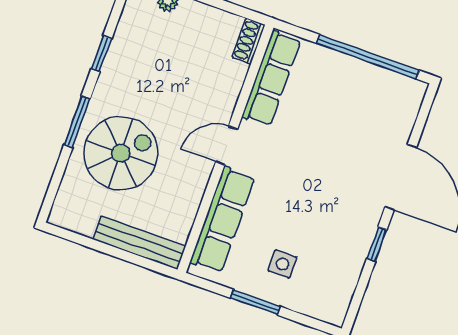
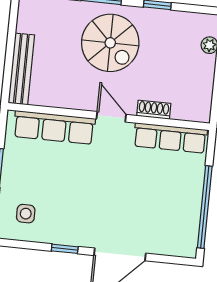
shoe rack: (249, 41) -> (154, 110), moved
spiral stairs: (121, 153) -> (110, 43), moved
side table: (282, 264) -> (26, 214), moved

